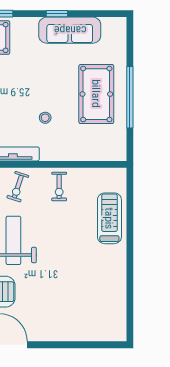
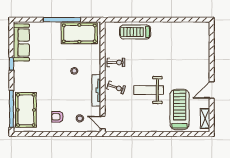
sofa: (70, 30) -> (21, 42), moved
pool table: (96, 94) -> (79, 33), moved

